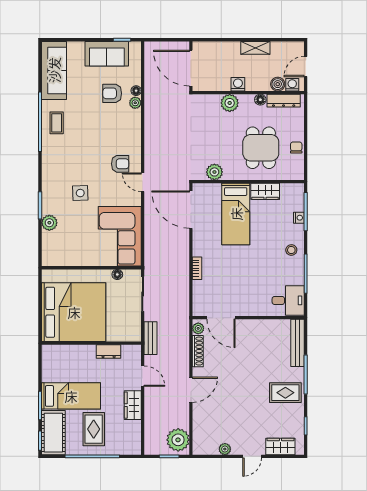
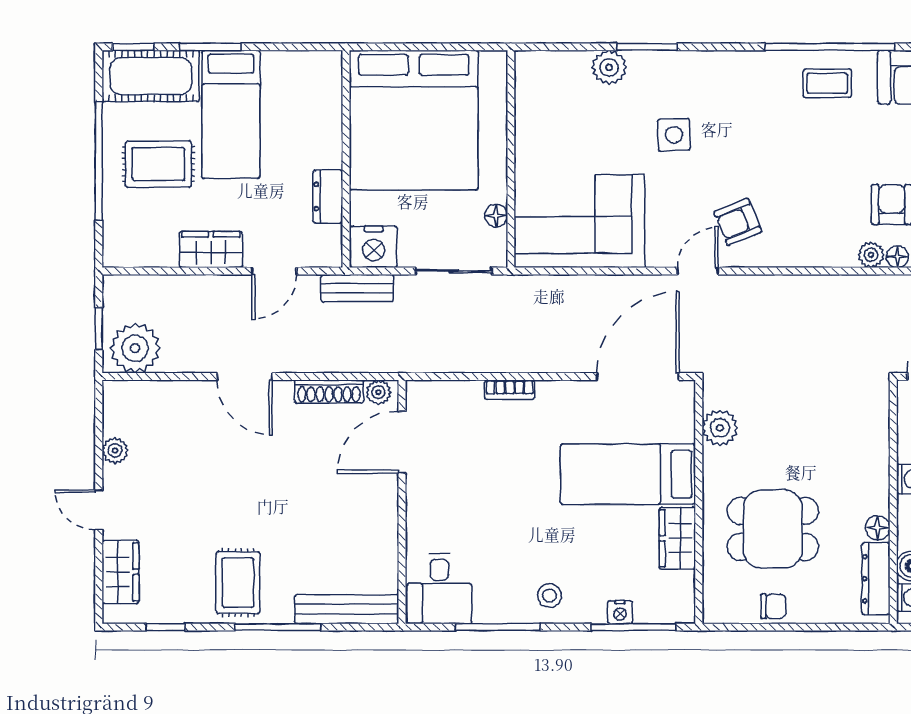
plant: (230, 103) -> (871, 461), removed
armchair: (120, 164) -> (738, 222), turned 68
nightstand: (132, 331) -> (374, 247), added

